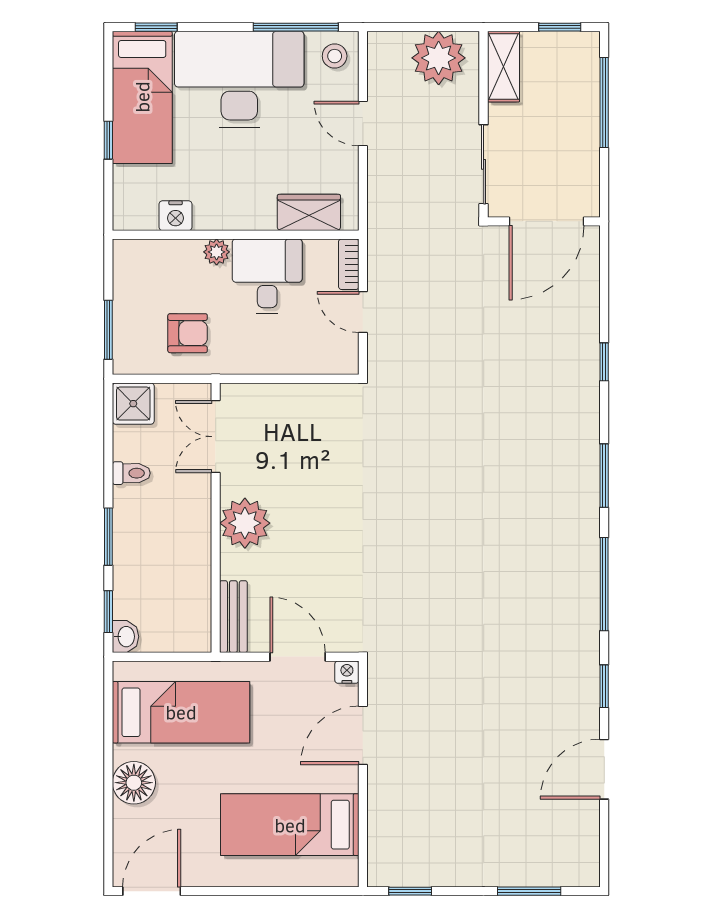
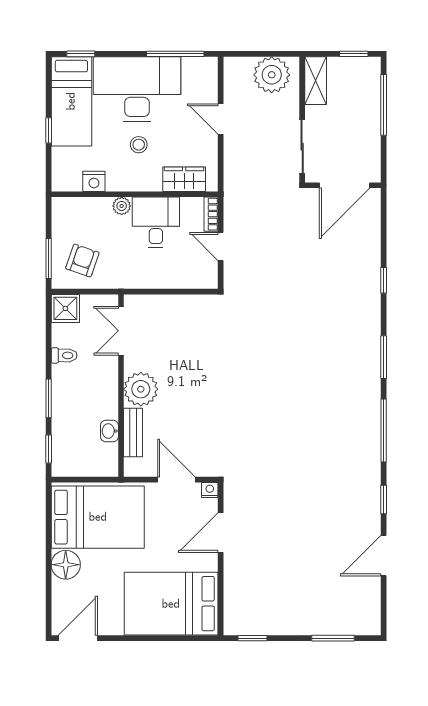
stool: (335, 56) -> (139, 145), moved
armchair: (188, 333) -> (82, 260), moved, turned -71
bench: (233, 617) -> (133, 432), moved
washbasin: (125, 637) -> (109, 431), moved, turned 180
bed: (181, 712) -> (98, 517), width x1.50
bed: (290, 825) -> (171, 604), width x1.50

